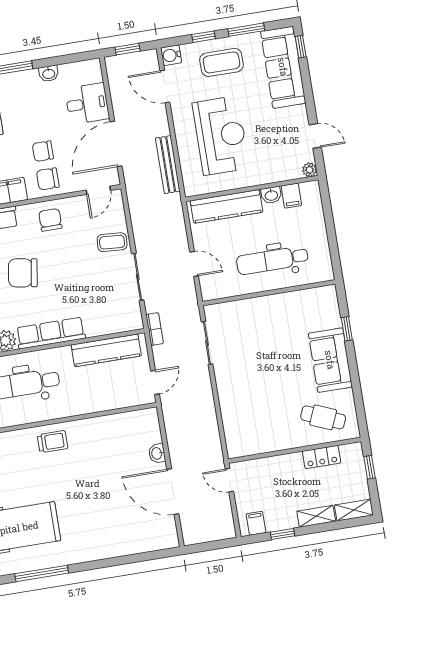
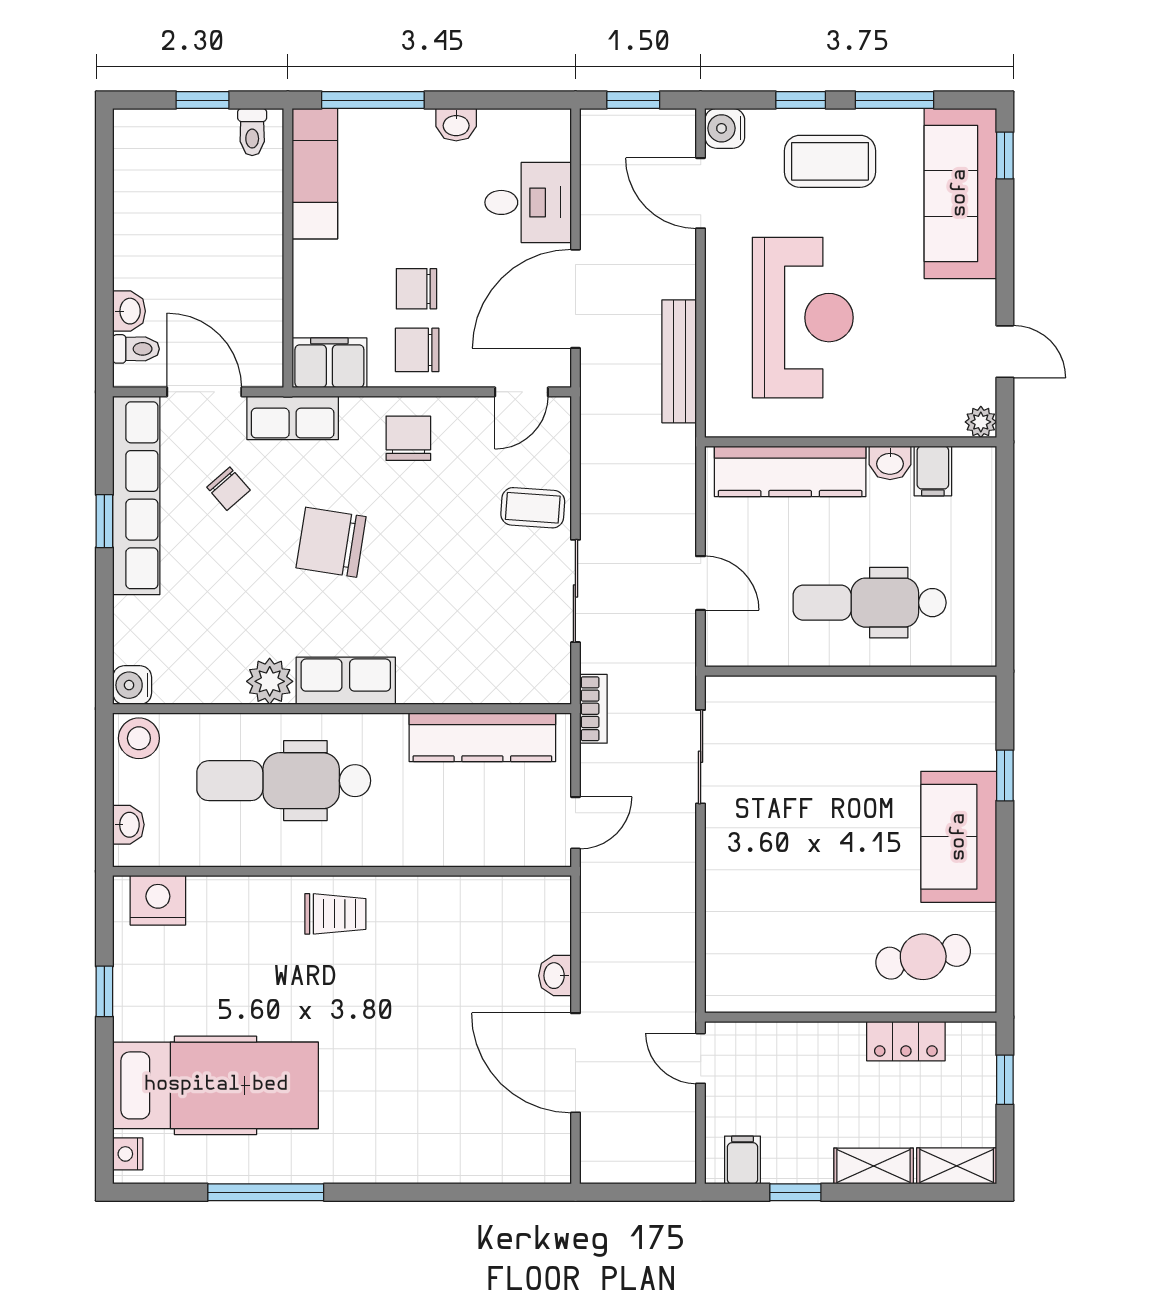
row of seats: (51, 333) -> (346, 681), width x0.68
cafe table: (323, 417) -> (923, 957), turned -34

